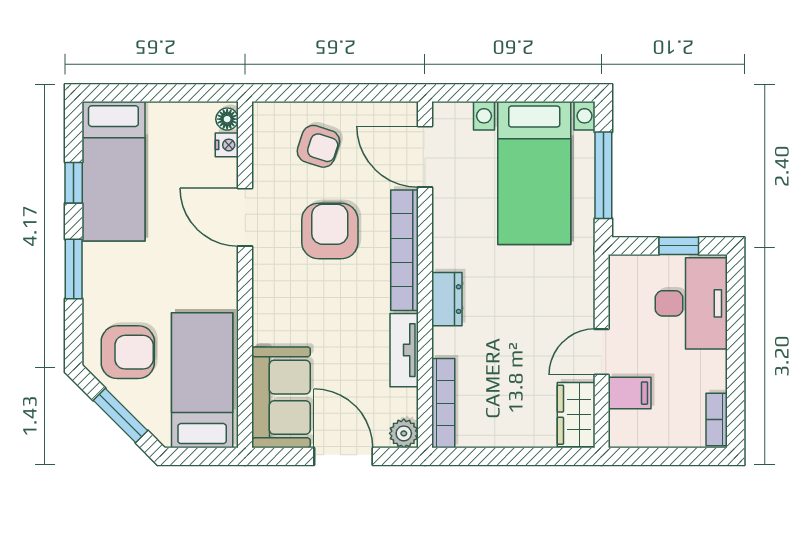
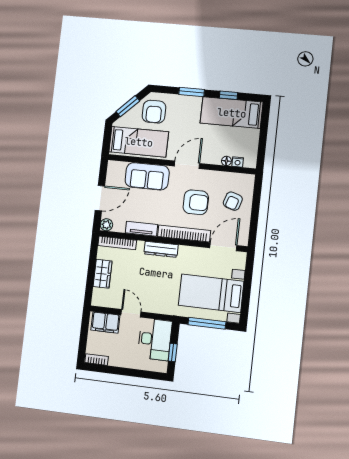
floor lamp: (227, 119) -> (226, 161), moved
door: (245, 217) -> (187, 165), moved
dresser: (447, 299) -> (161, 249), width x1.44
desk: (691, 303) -> (155, 339), moved, turned -90
filing cabinet: (630, 393) -> (105, 323), width x2.00
sofa: (281, 397) -> (147, 176), moved
wardrobe: (576, 415) -> (103, 274), moved, turned 90

